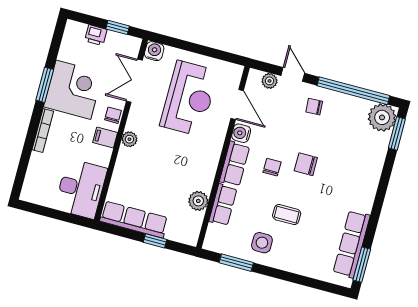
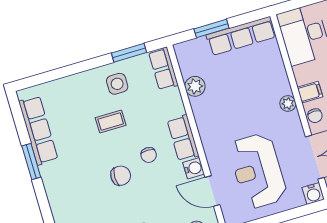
row of seats: (223, 205) -> (163, 69), moved
window: (155, 241) -> (211, 28), width x1.50
window: (362, 265) -> (31, 161), moved

